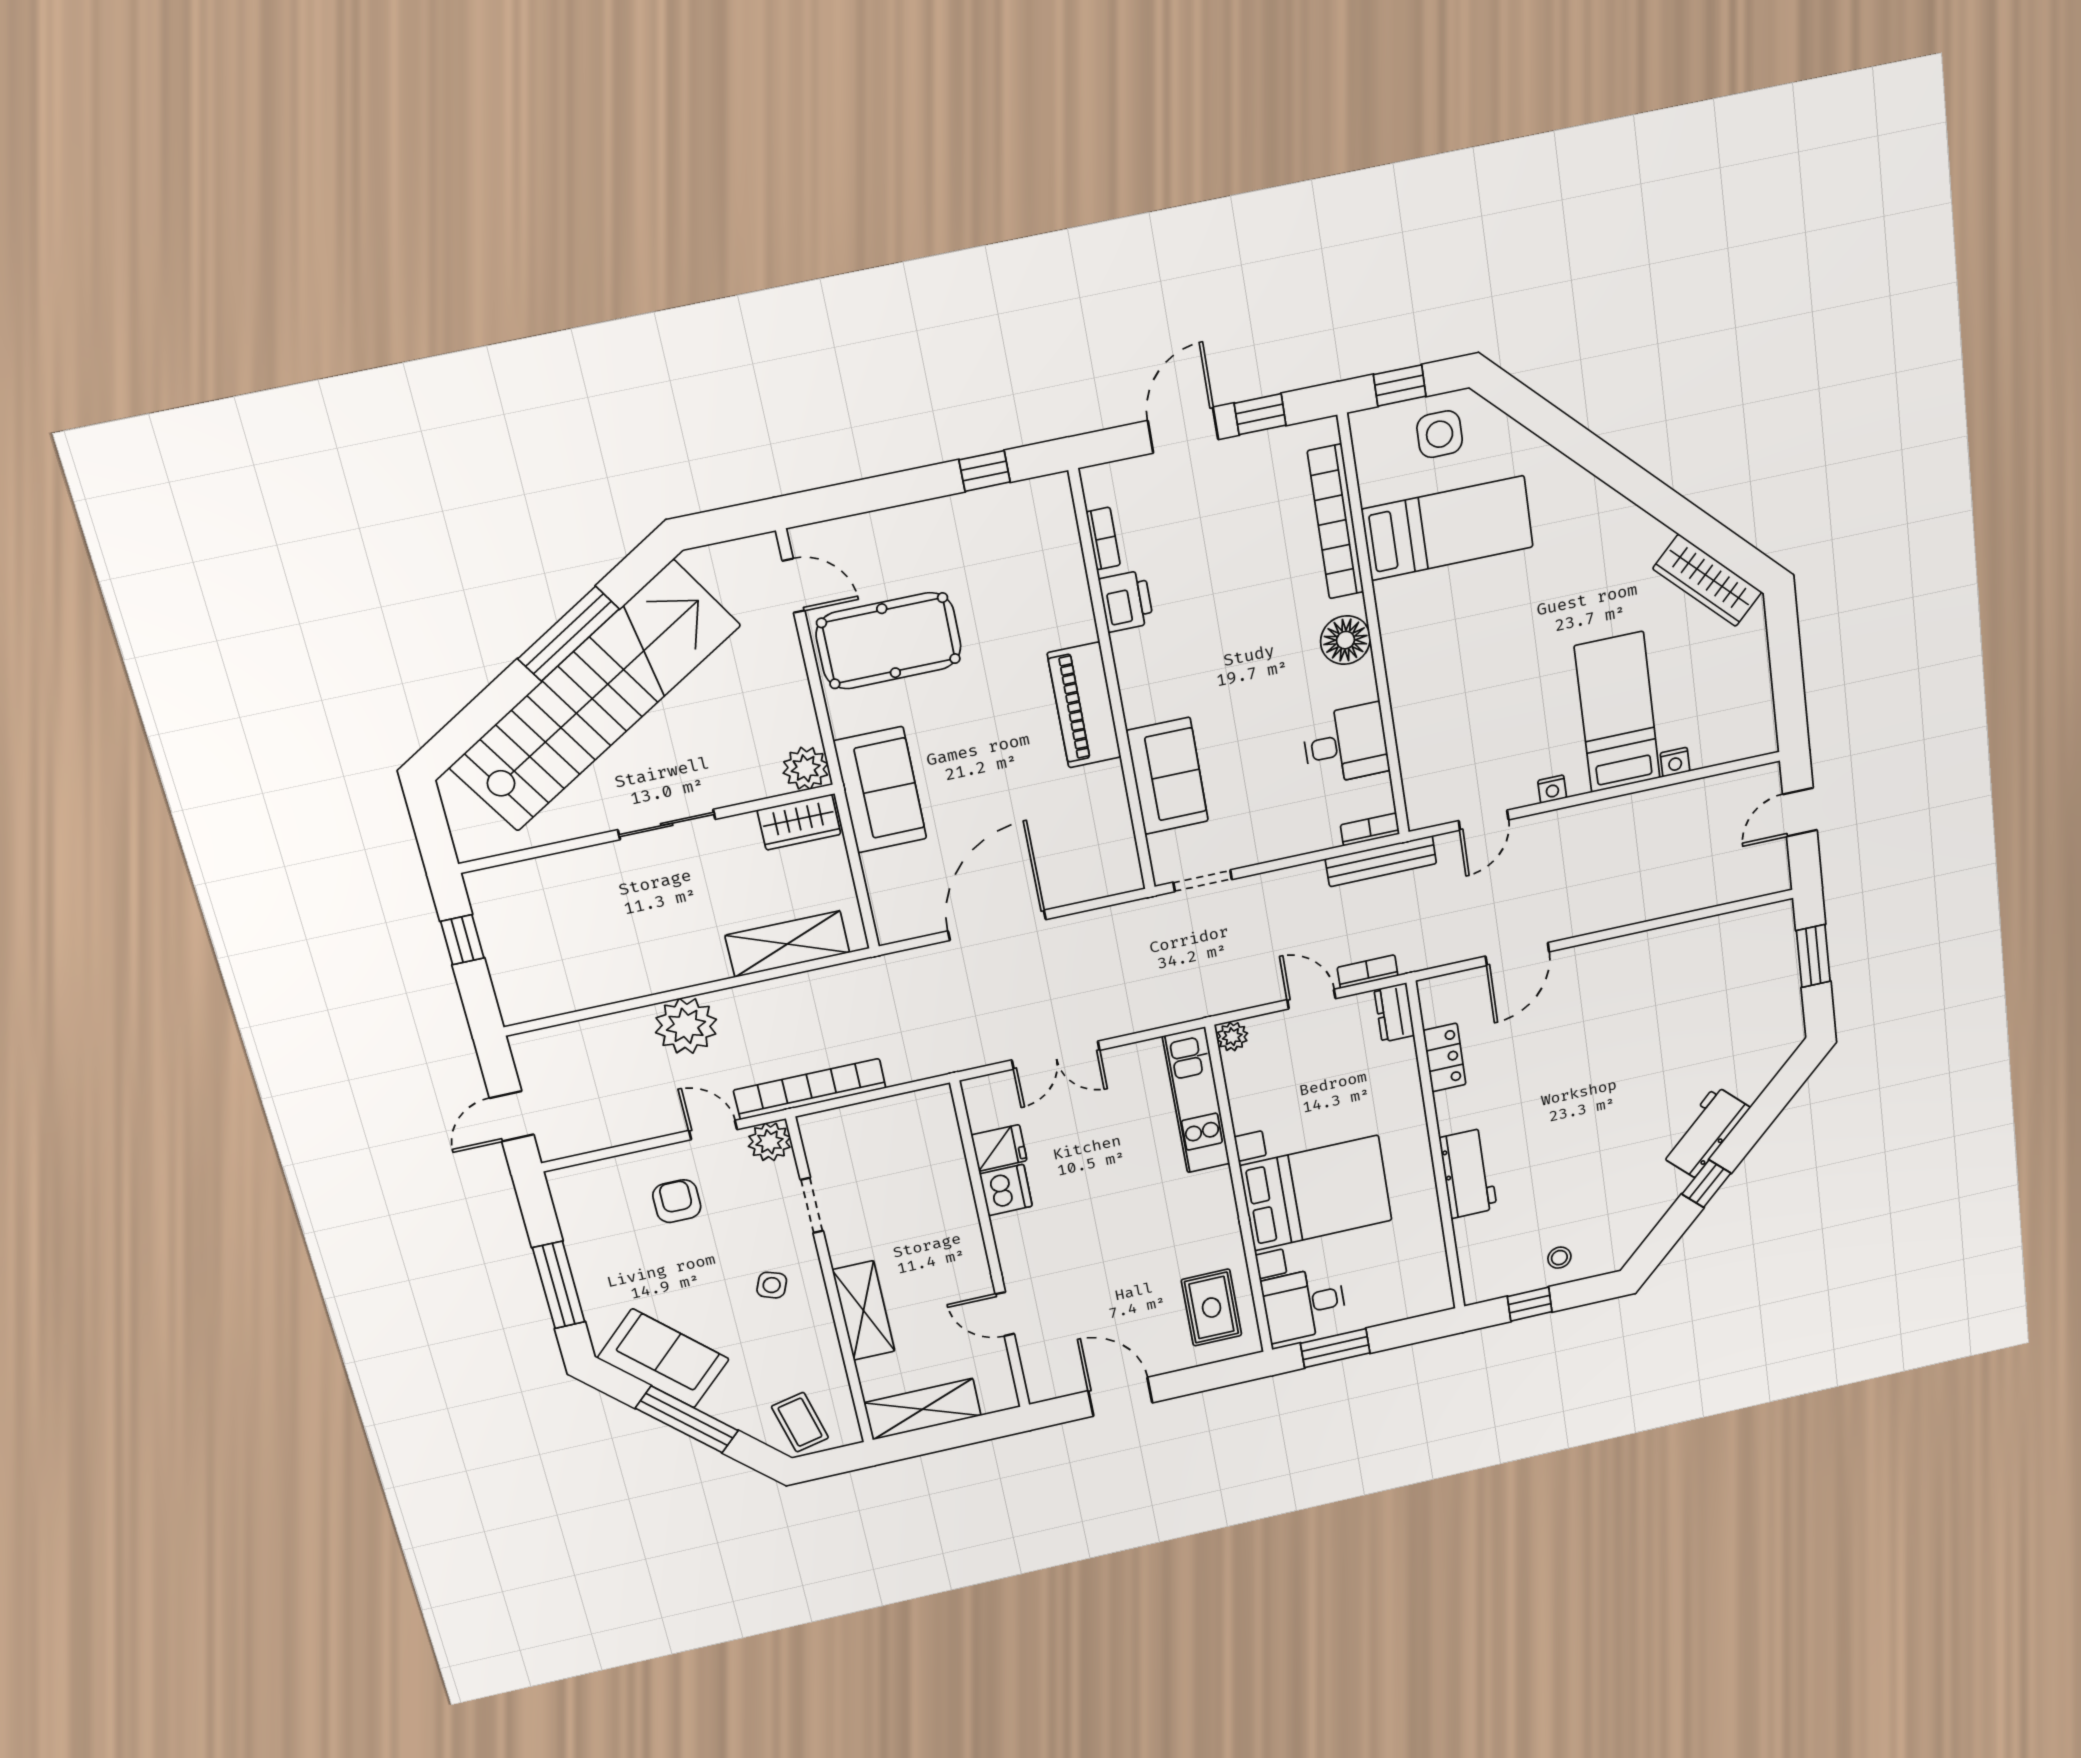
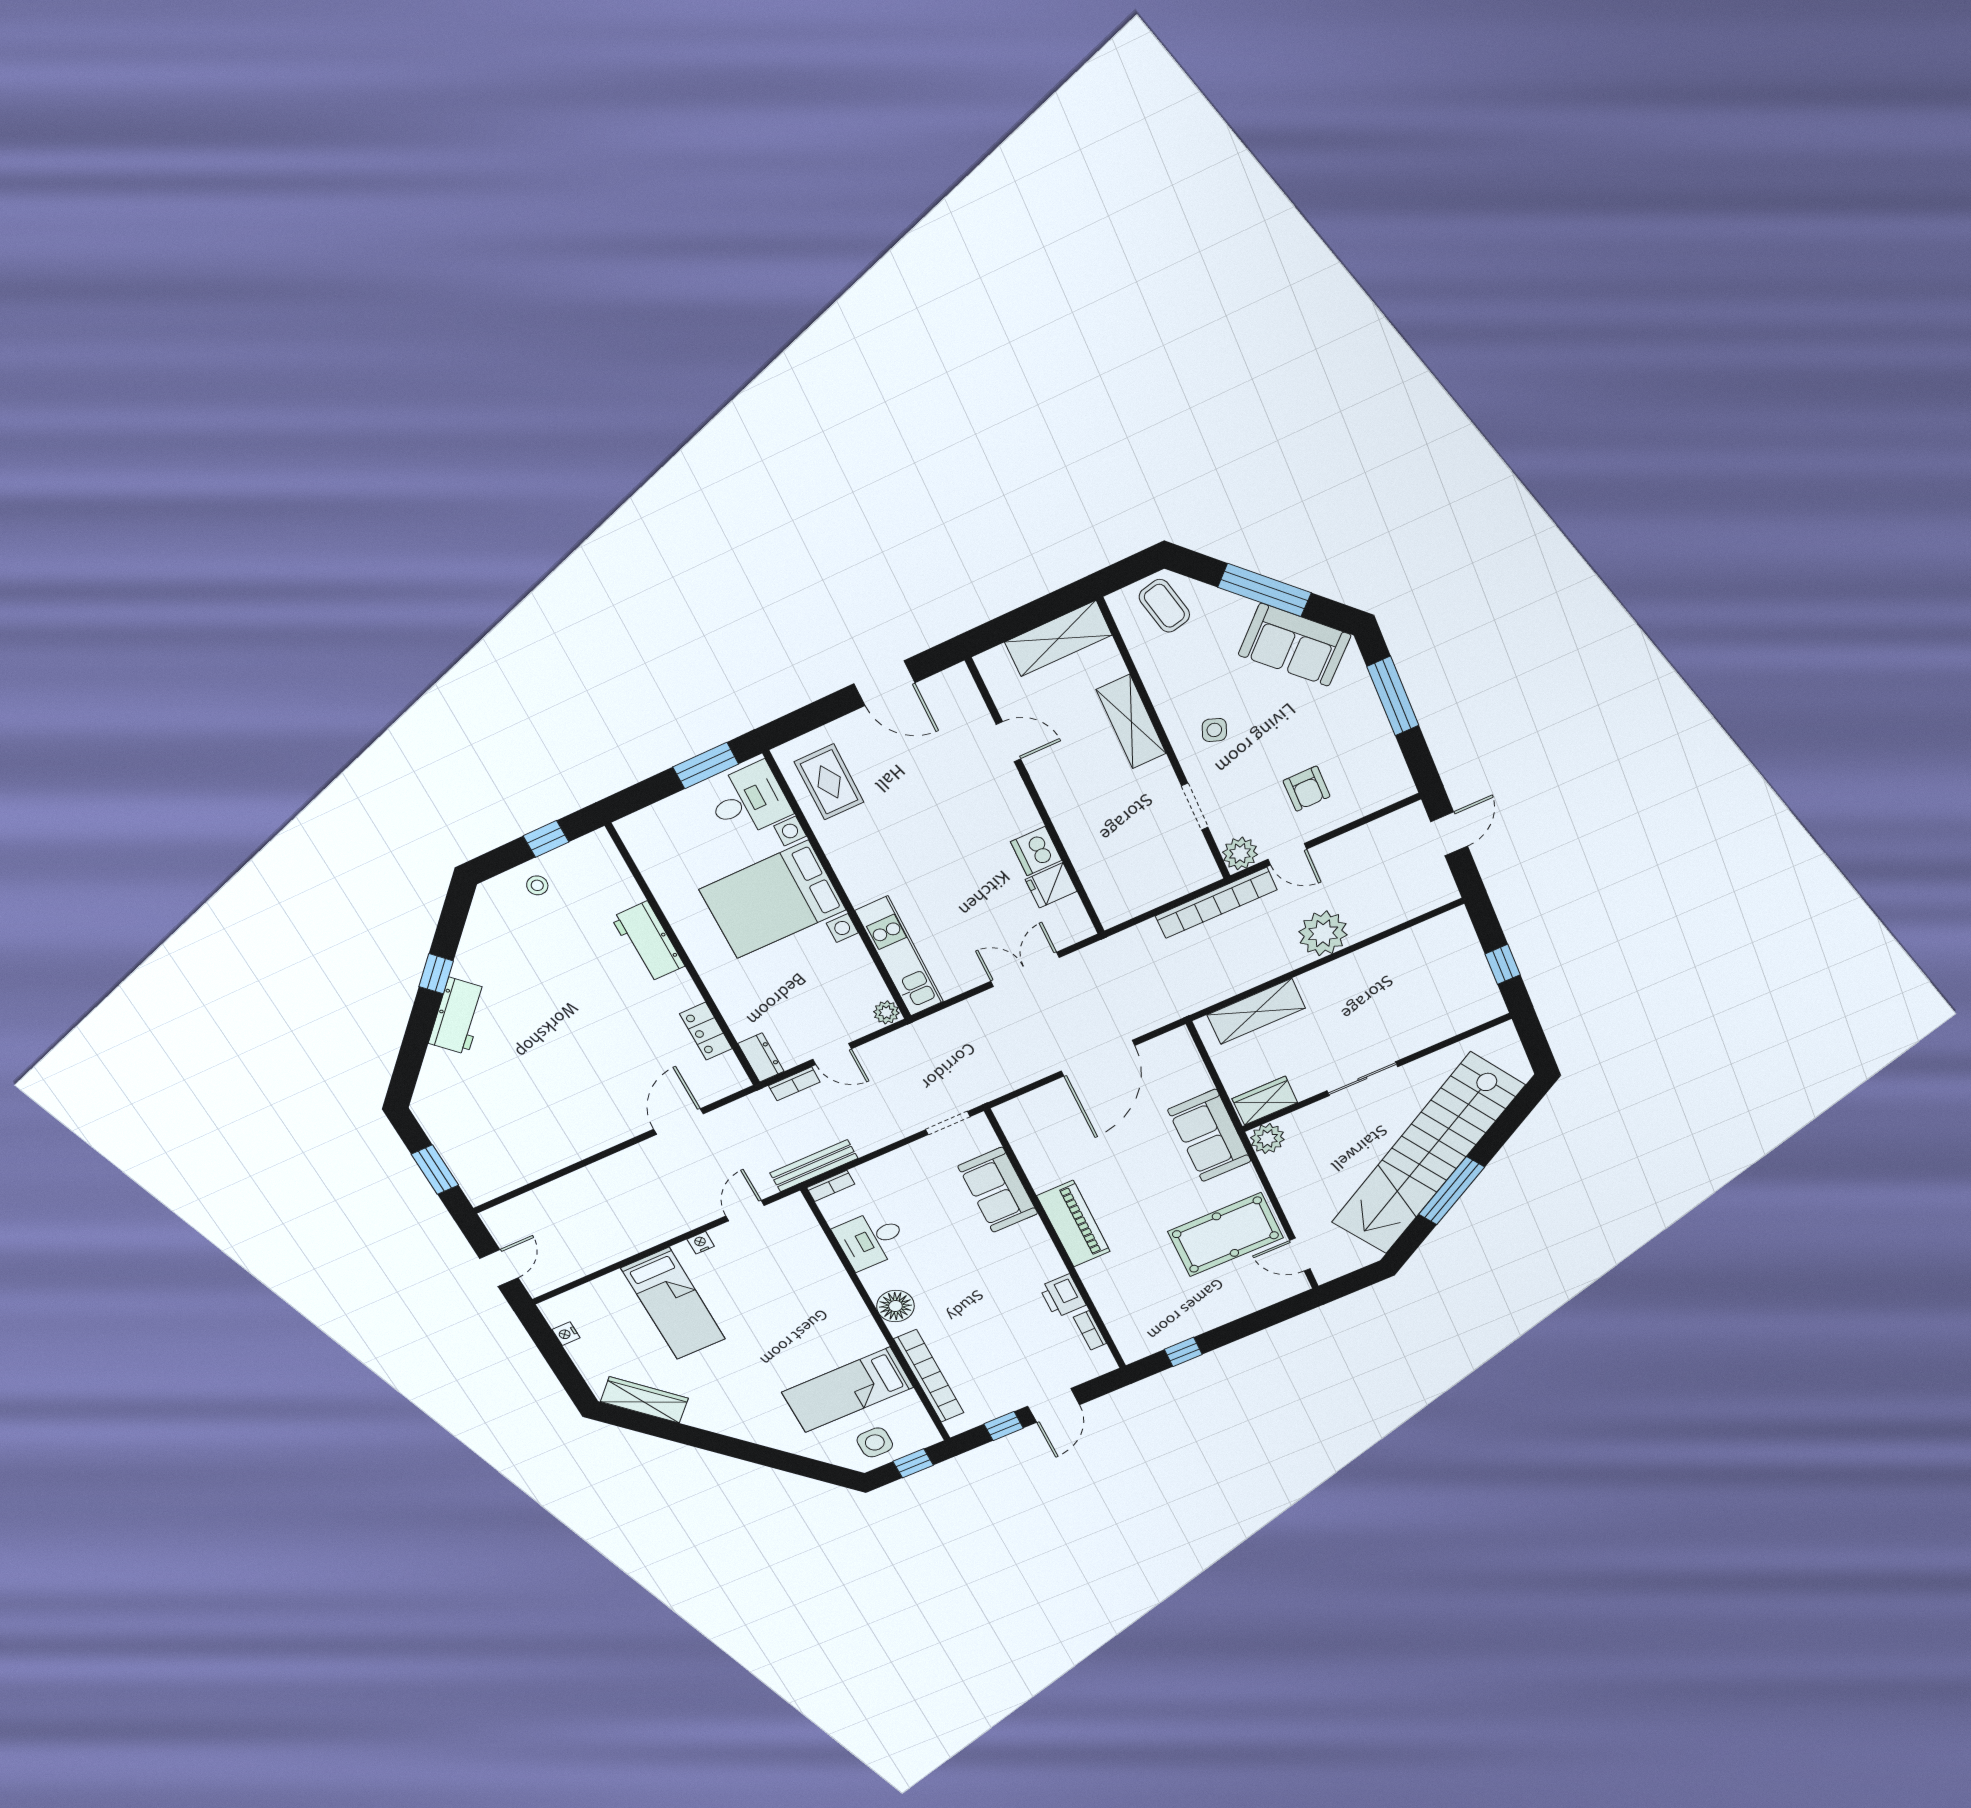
nightstand: (1675, 762) -> (566, 1334), moved, turned -90

